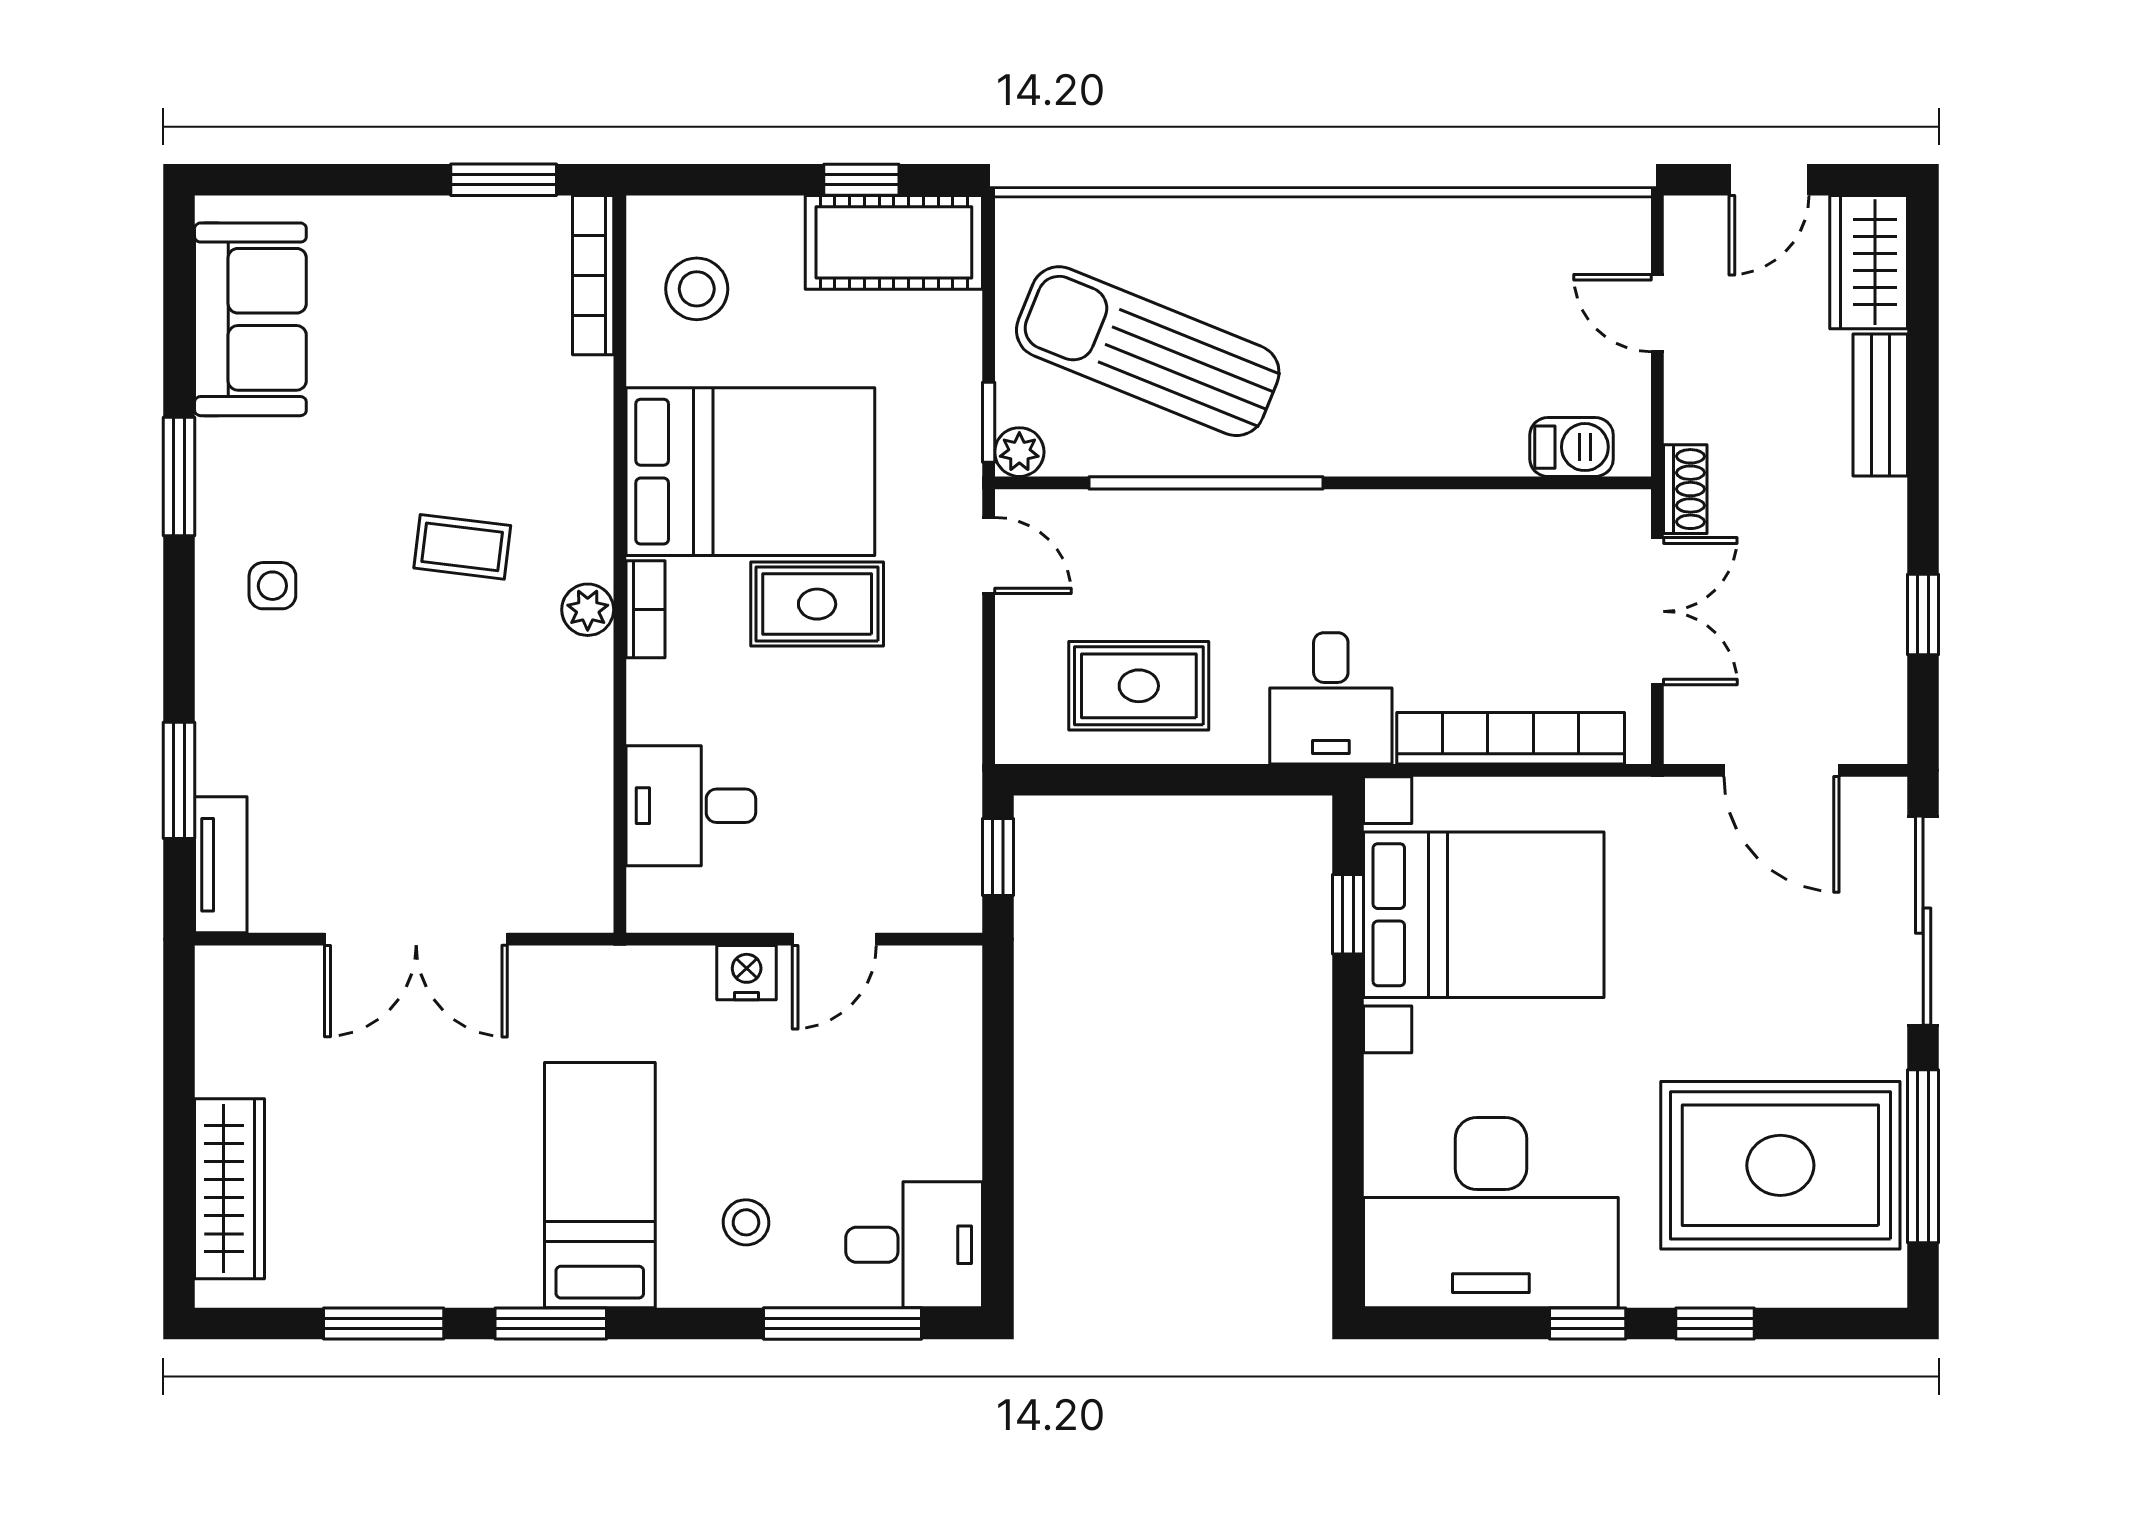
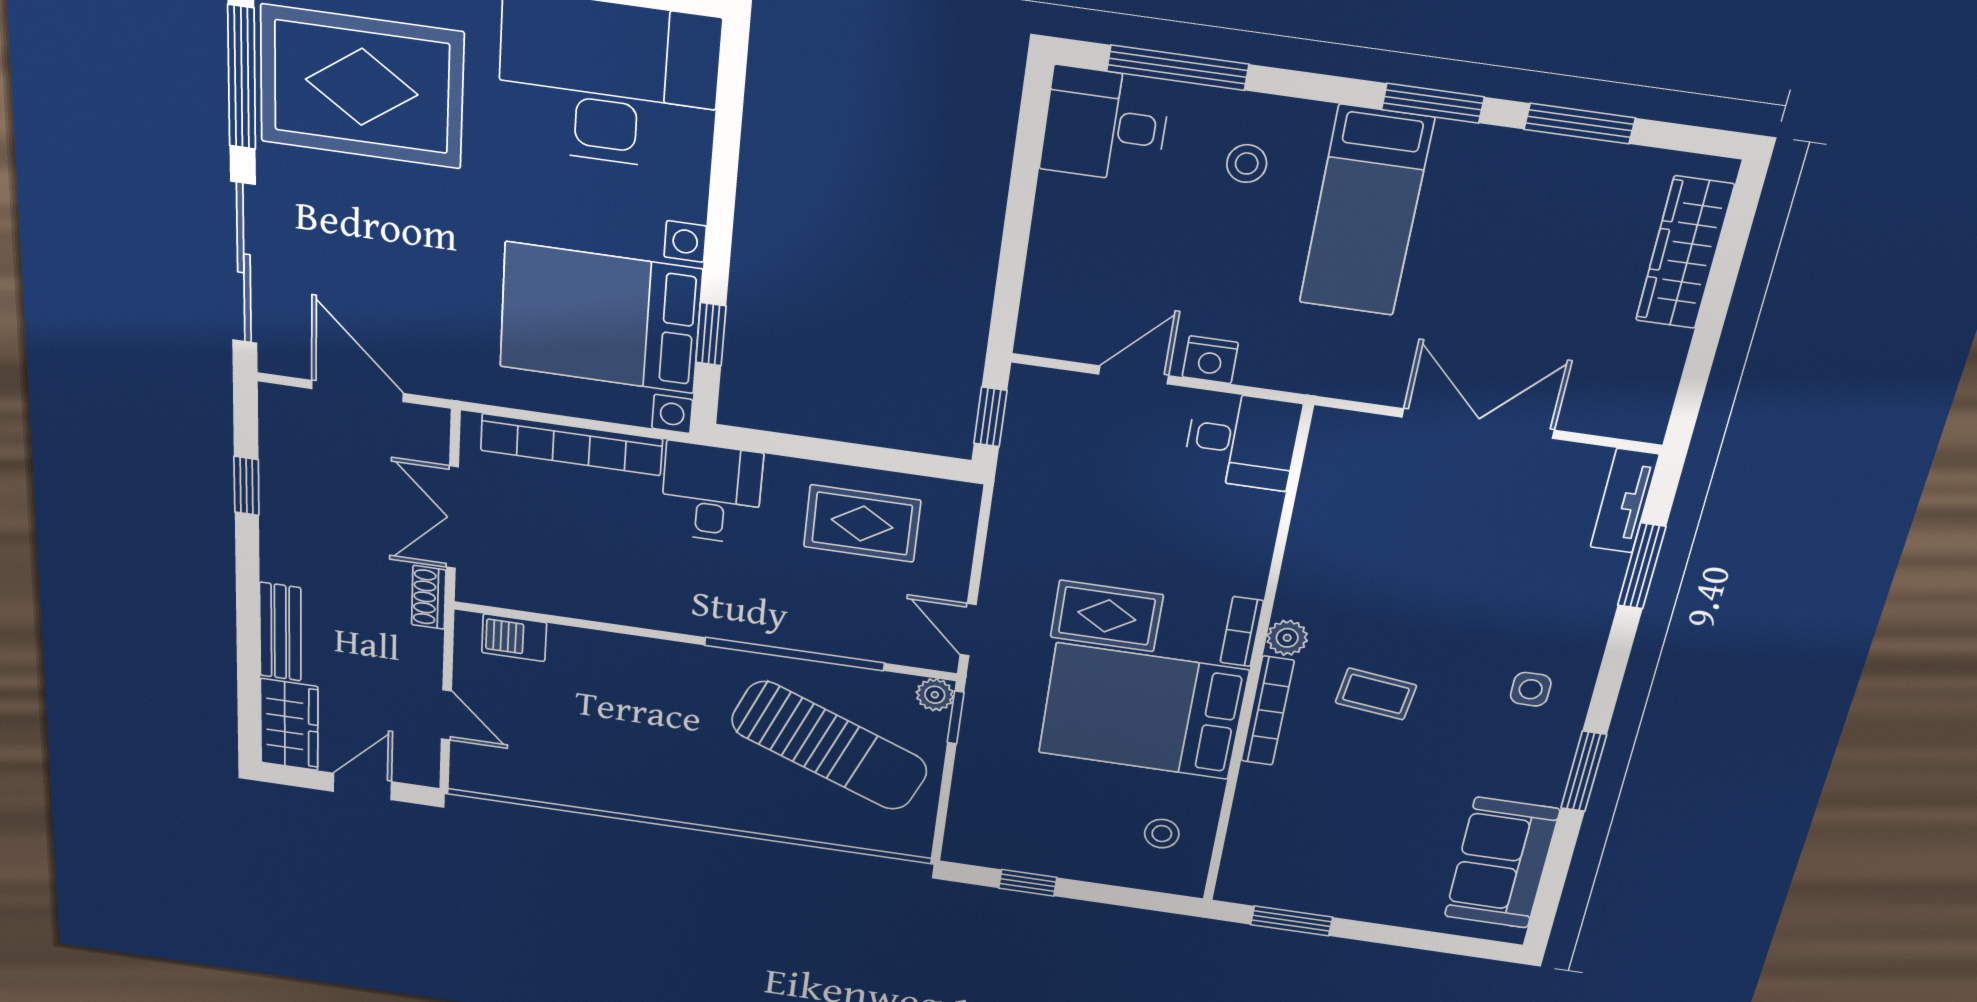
cot: (894, 242) -> (1010, 841), removed
bookcase: (593, 275) -> (1267, 711), moved
stool: (697, 289) -> (1162, 834), width x0.73, depth x0.73
desk: (691, 806) -> (1242, 441), moved

